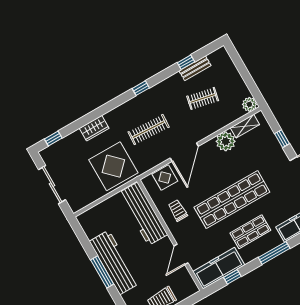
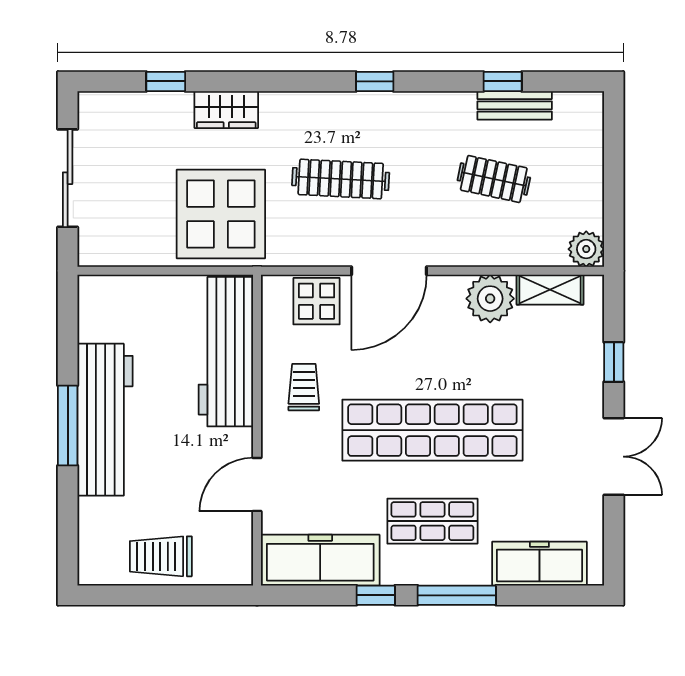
window: (53, 139) -> (166, 81), moved
window: (232, 277) -> (376, 595), moved

